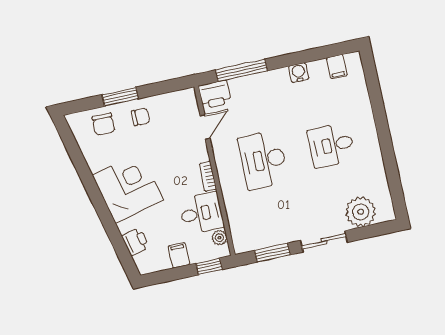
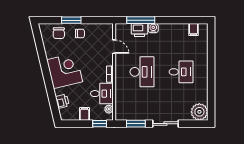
water cooler: (299, 73) -> (153, 28), moved
printer: (215, 94) -> (139, 30), moved
door: (205, 127) -> (114, 47), hinge flipped
desk: (331, 145) -> (181, 72), turned 180
desk: (263, 160) -> (142, 72), turned 180
plant: (361, 212) -> (199, 112), moved

